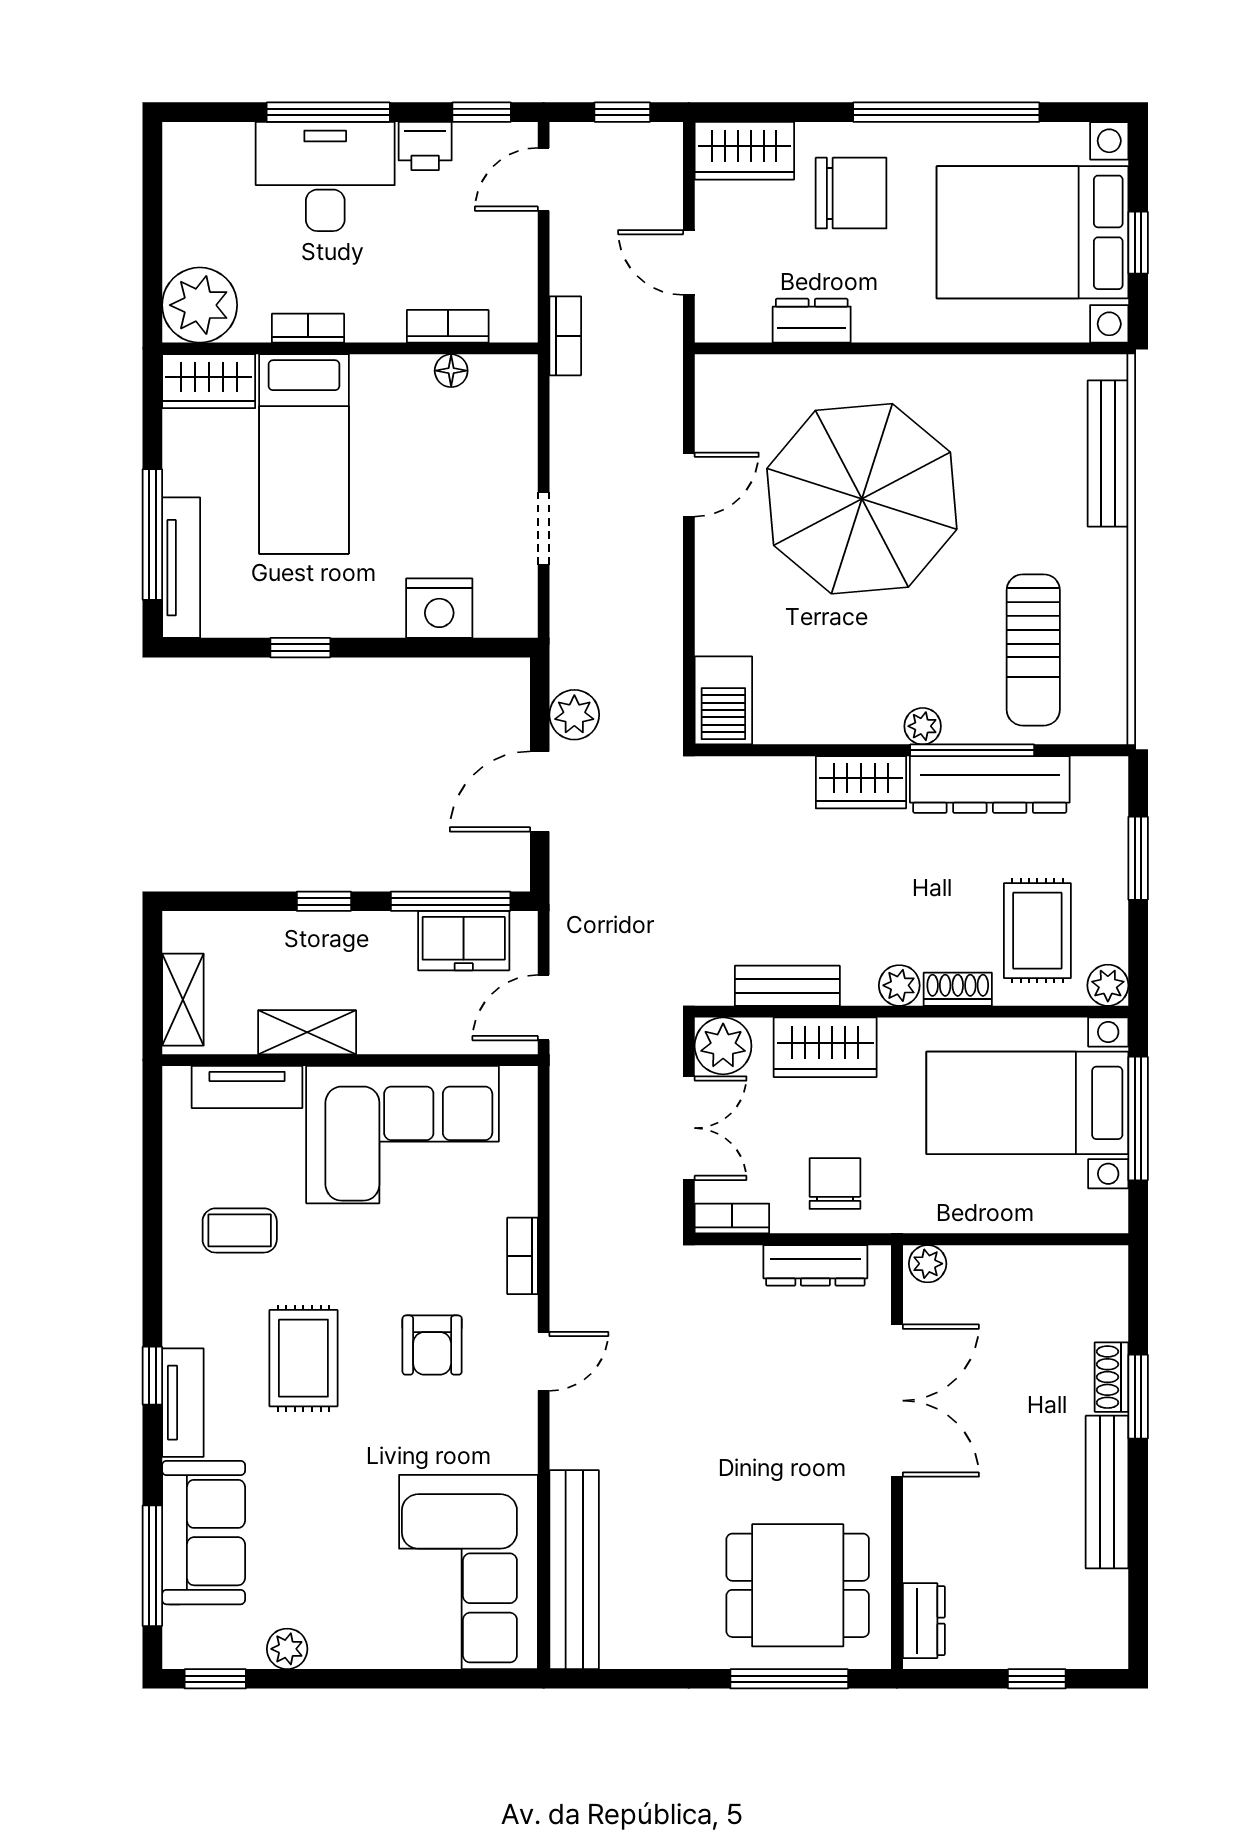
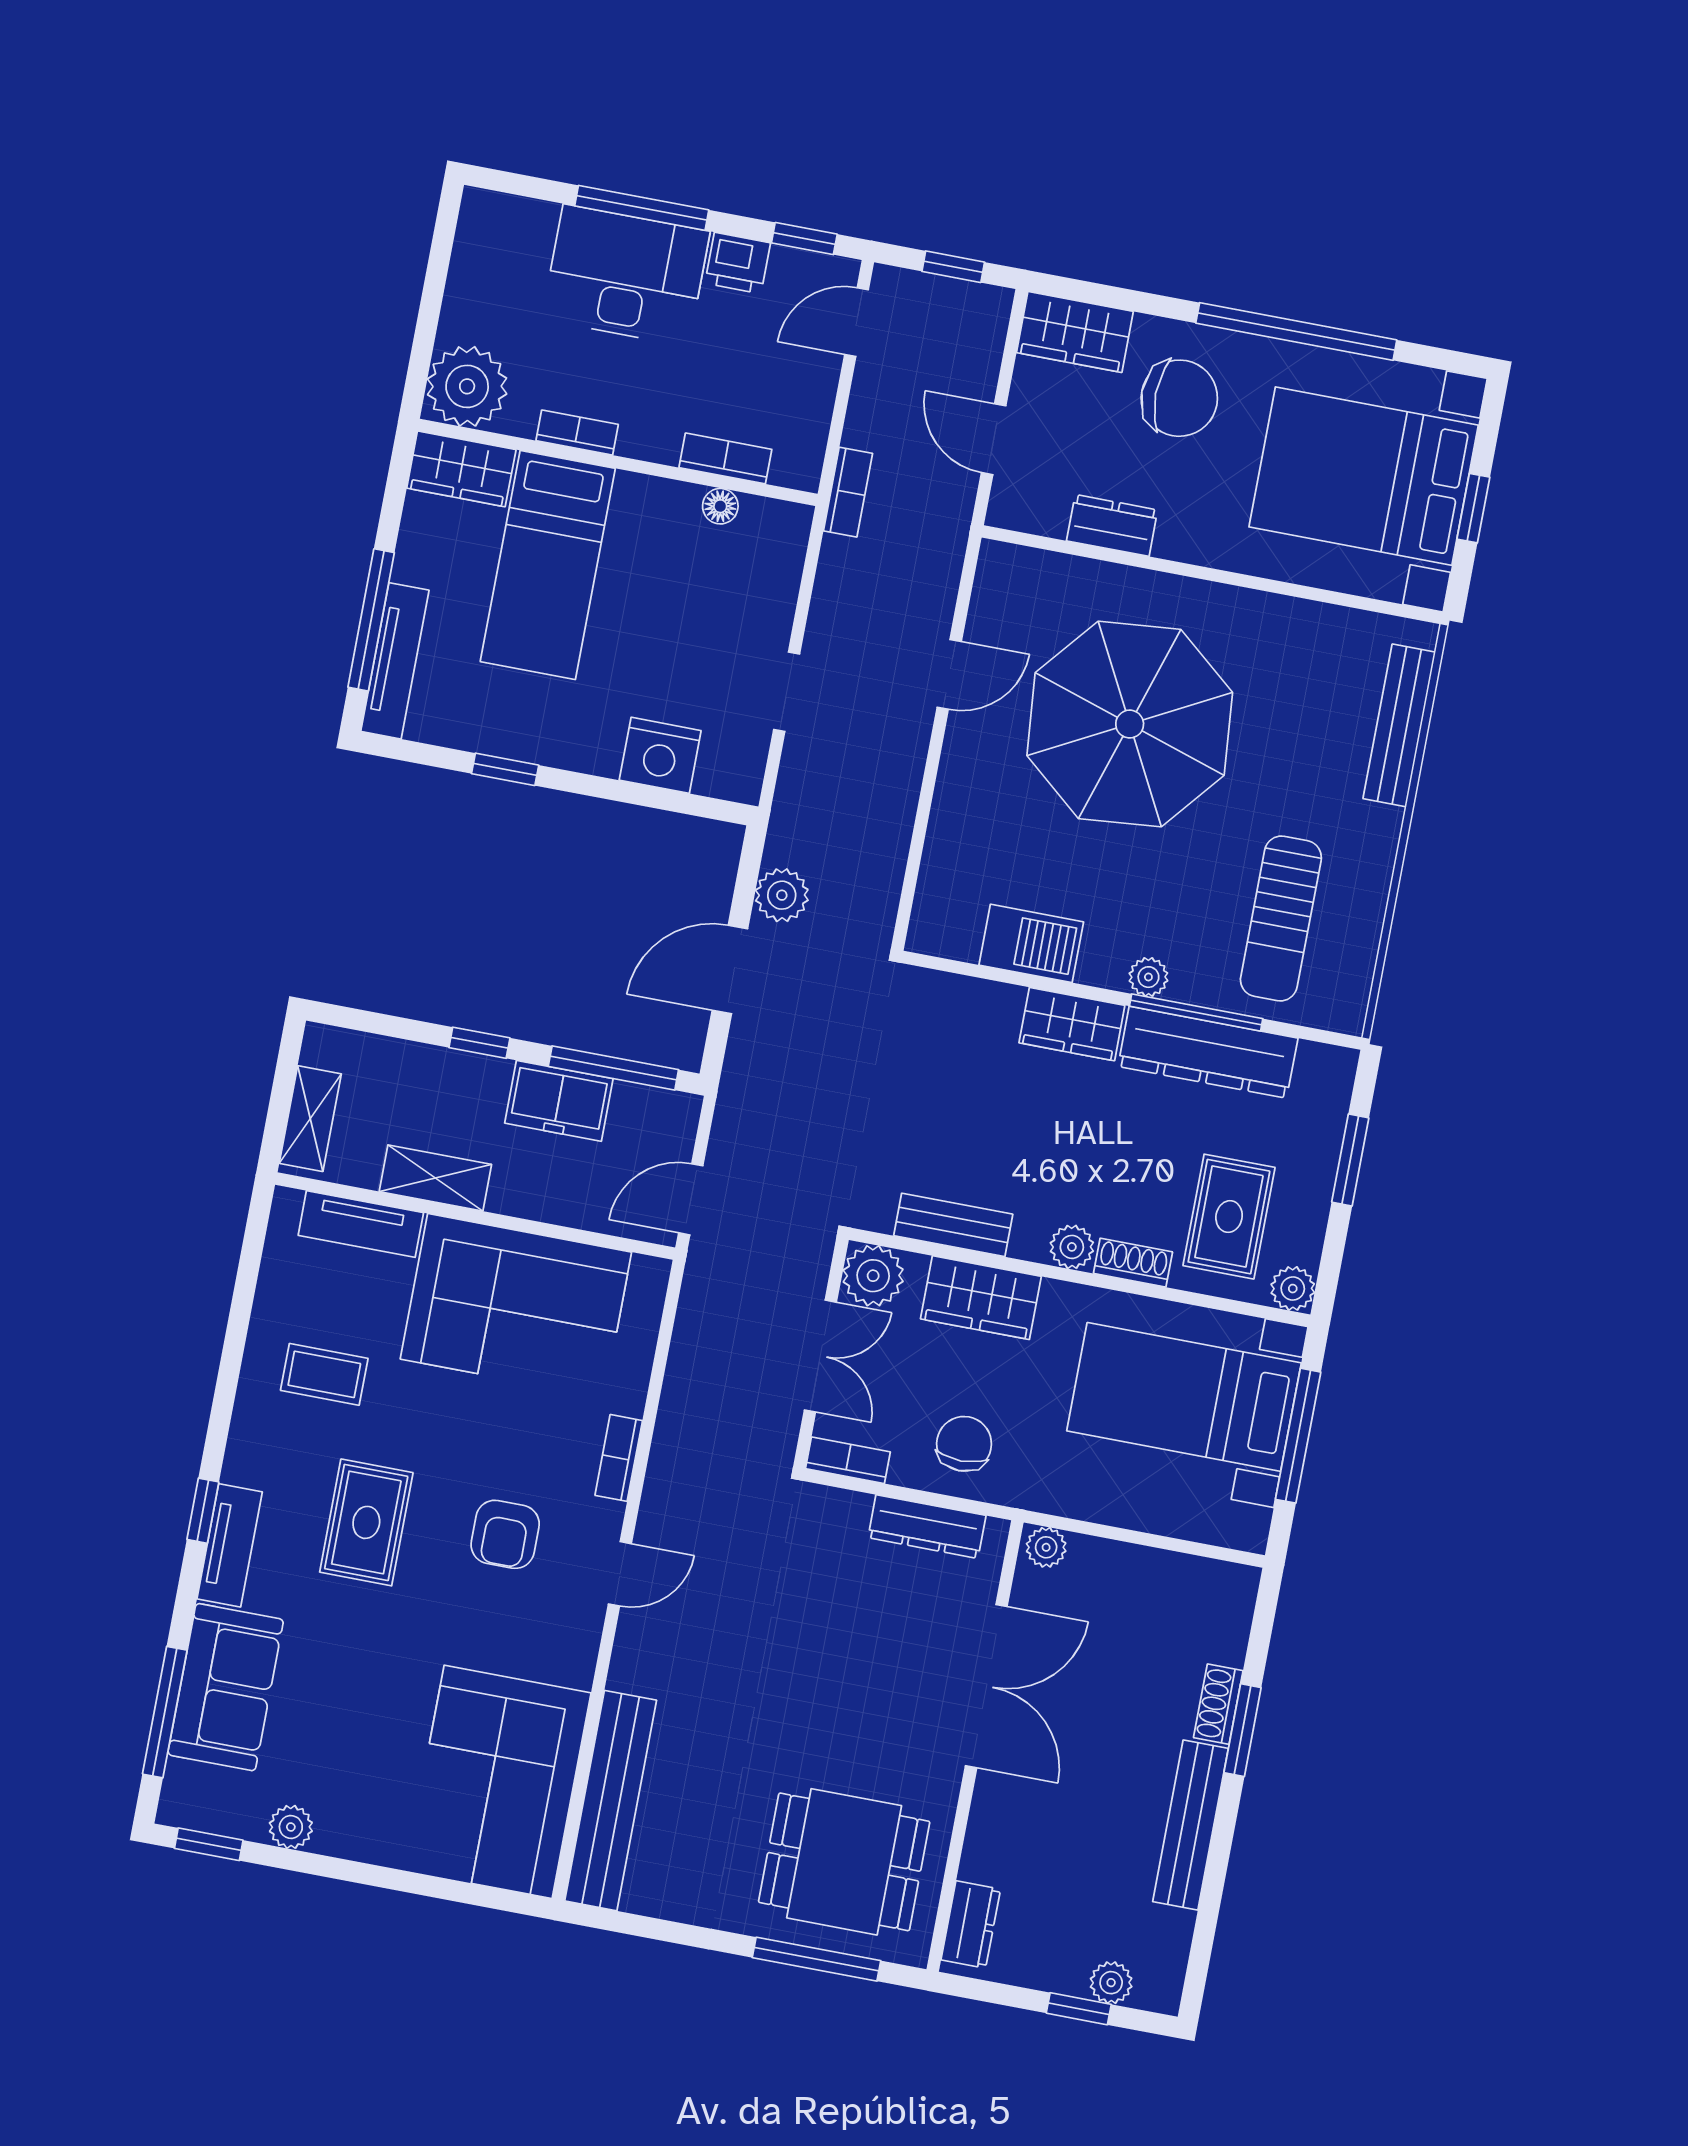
barbecue: (723, 700) -> (1031, 943), moved, turned -90
freezer: (464, 941) -> (559, 1101), moved
plant: (1062, 1649) -> (1111, 1983), added

